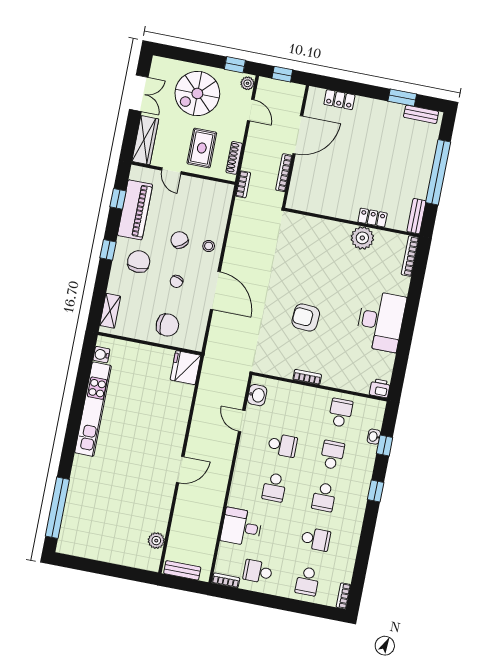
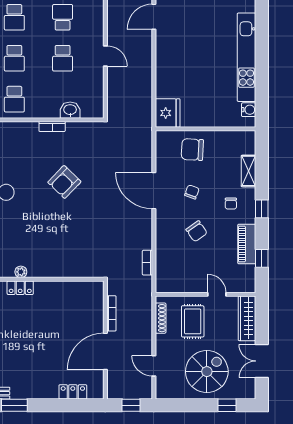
window: (235, 65) -> (227, 405), moved
plant: (247, 83) -> (162, 390), removed
bookcase: (243, 184) -> (147, 263), moved
piano: (135, 210) -> (247, 244), width x0.73, depth x0.75
plant: (362, 238) -> (21, 272), width x0.53, depth x0.53
stool: (209, 246) -> (168, 231), removed
chair: (139, 262) -> (231, 204), width x0.54, depth x0.54
shelving: (110, 311) -> (249, 171), moved
armchair: (306, 317) -> (64, 182), turned 130
washbasin: (257, 395) -> (70, 110), moved, turned 90
door: (242, 421) -> (105, 56), moved
school desk: (283, 445) -> (63, 58), turned -90
school desk: (324, 497) -> (14, 17), turned 180

